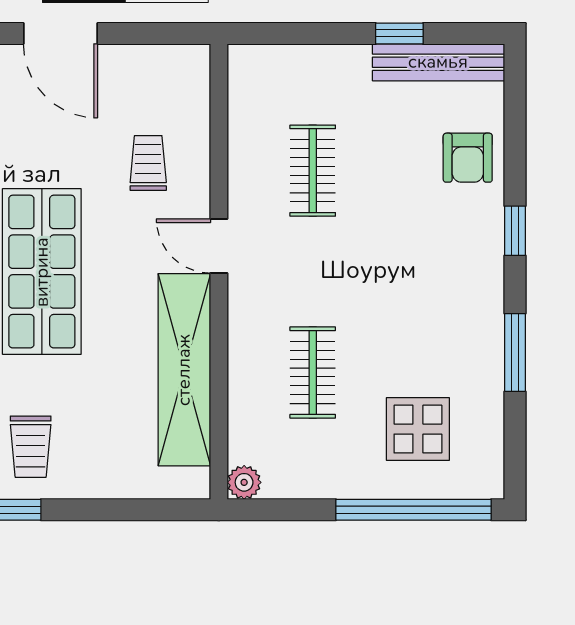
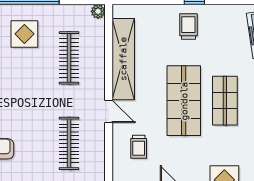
clothes rail: (313, 171) -> (69, 143), width x1.36
clothes rail: (313, 372) -> (69, 58), width x1.36

